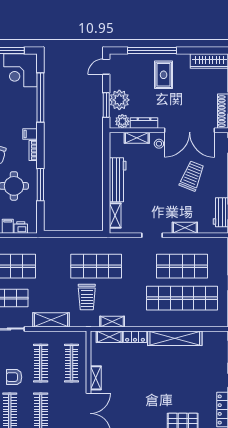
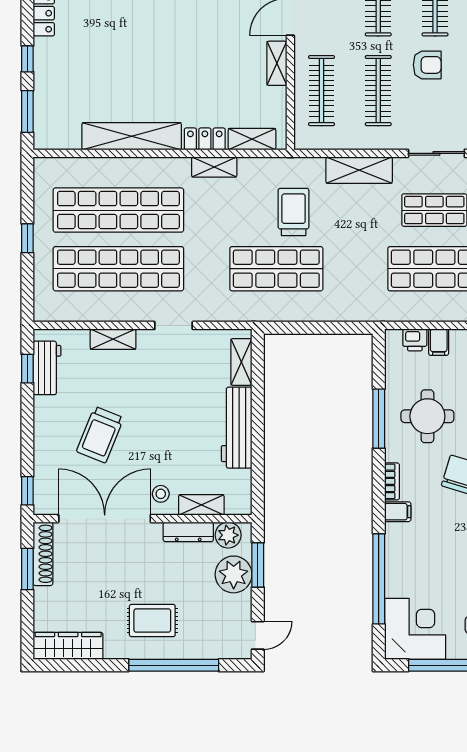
rug: (164, 75) -> (152, 621), turned 90
shop shelf: (182, 266) -> (118, 269), width x1.40
shelving: (112, 322) -> (214, 167), moved

